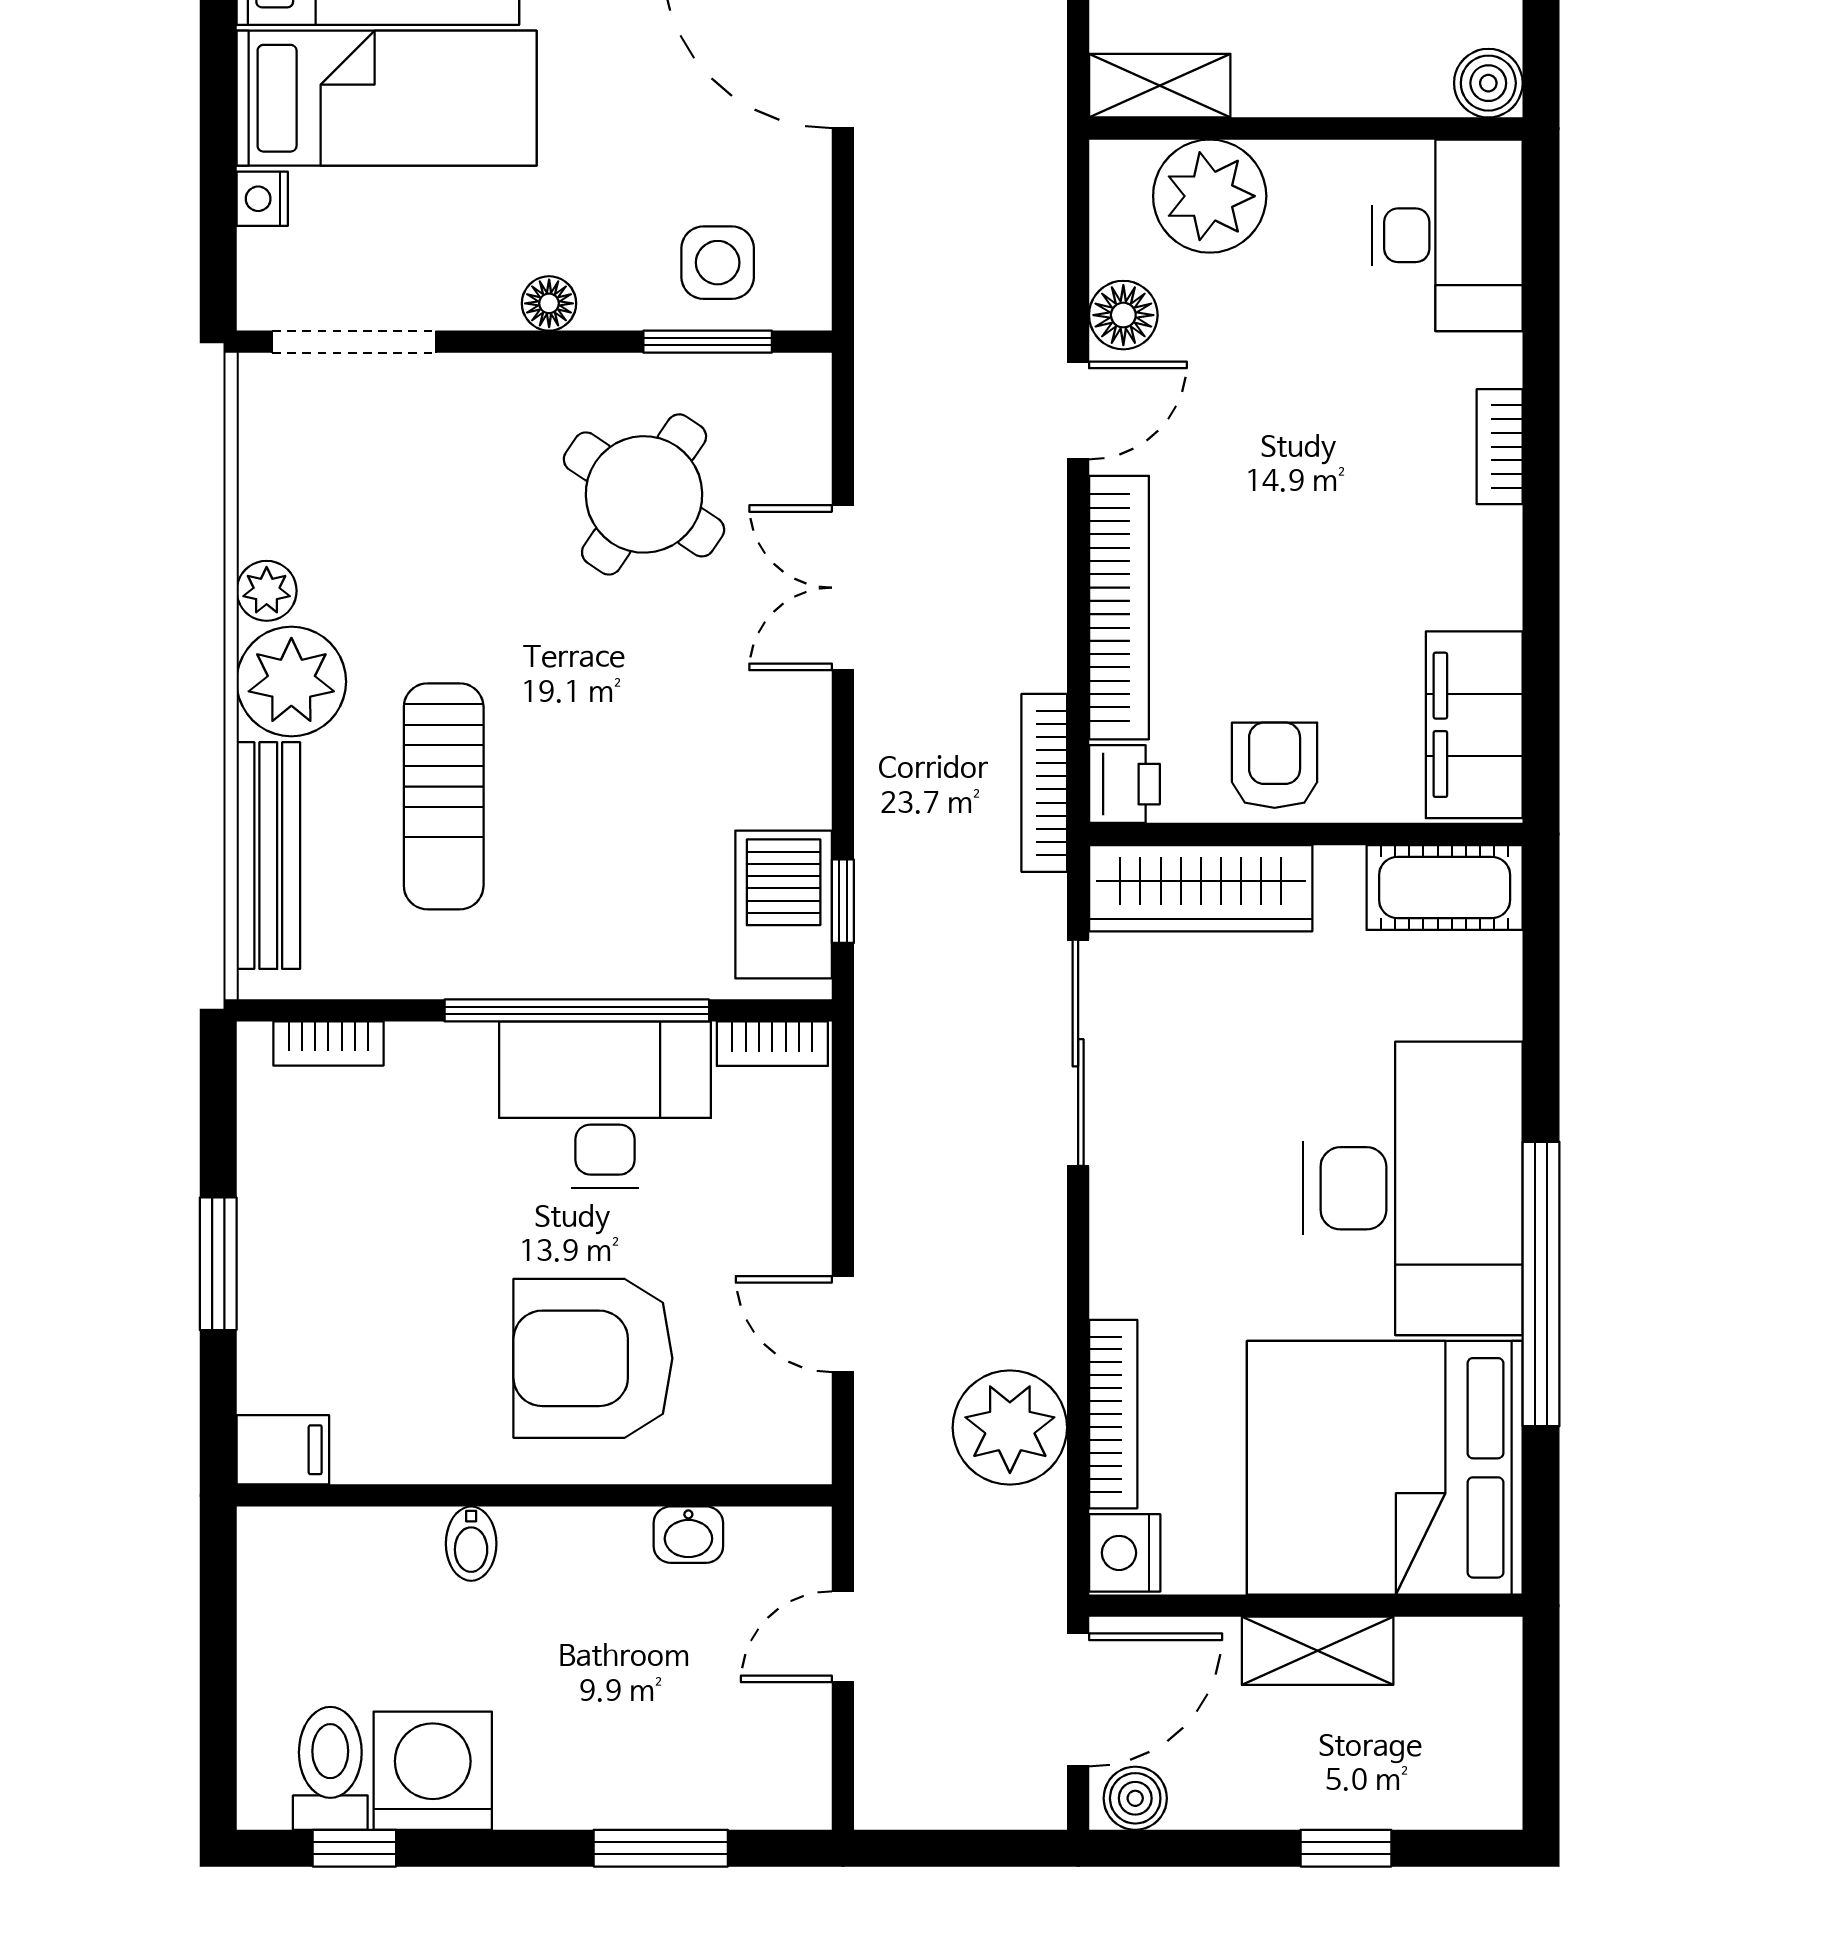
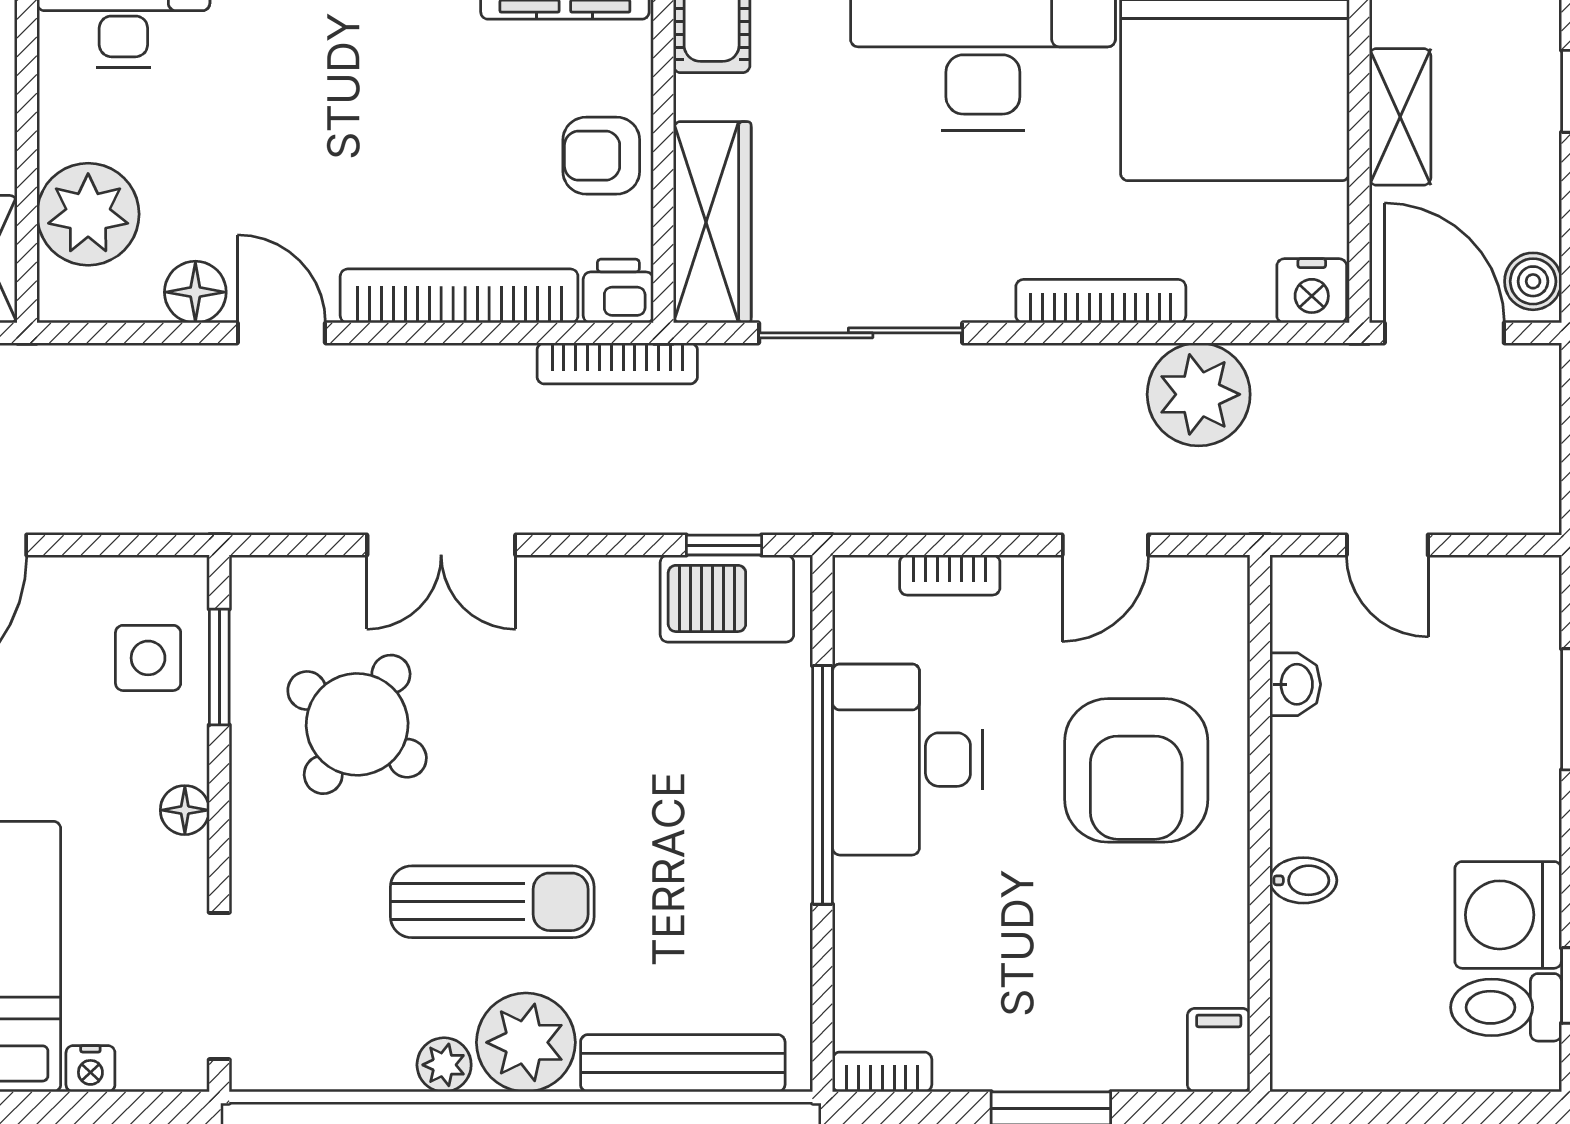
sun lounger: (444, 796) -> (492, 902), moved
bookcase: (328, 1043) -> (882, 1072), moved, turned -90
bookcase: (772, 1044) -> (950, 575), moved, turned 90
bookcase: (1113, 1414) -> (1101, 301), moved

